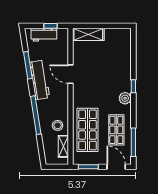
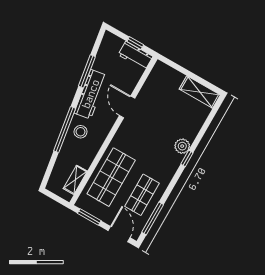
shelving: (88, 34) -> (200, 92), moved
workbench: (44, 35) -> (135, 56), moved
plant: (125, 98) -> (182, 146), moved
stool: (58, 125) -> (81, 132), moved

